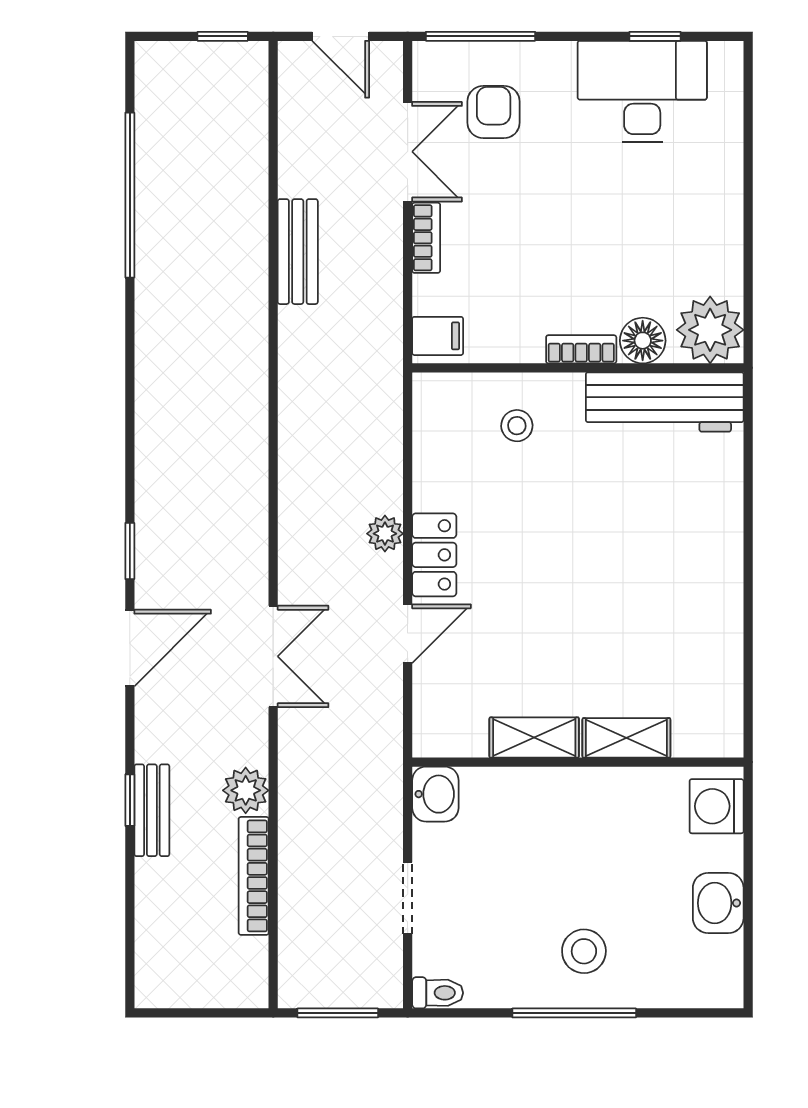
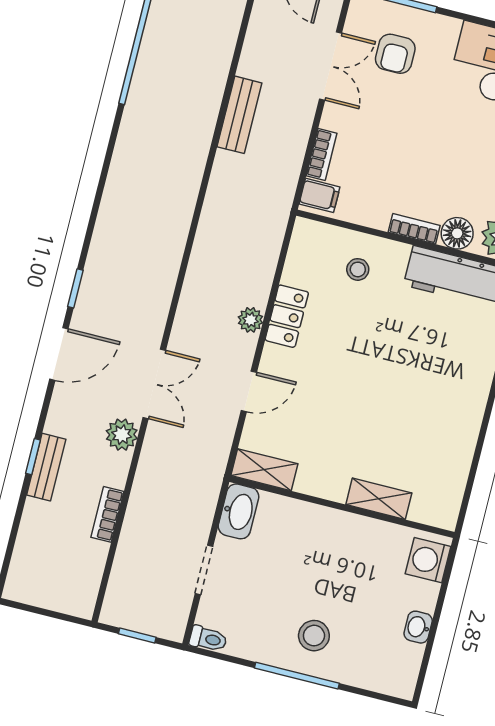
armchair: (494, 112) -> (395, 54), turned 180
bookcase: (426, 238) -> (322, 154), moved
locker: (434, 555) -> (287, 316), moved
shelving: (534, 737) -> (264, 470), moved
plant: (246, 790) -> (122, 435), moved
washbasin: (435, 794) -> (239, 511), width x1.38
bookcase: (254, 876) -> (107, 514), width x0.64
washbasin: (718, 903) -> (418, 627), width x0.72, depth x0.69
window: (338, 1013) -> (137, 635), width x0.67

